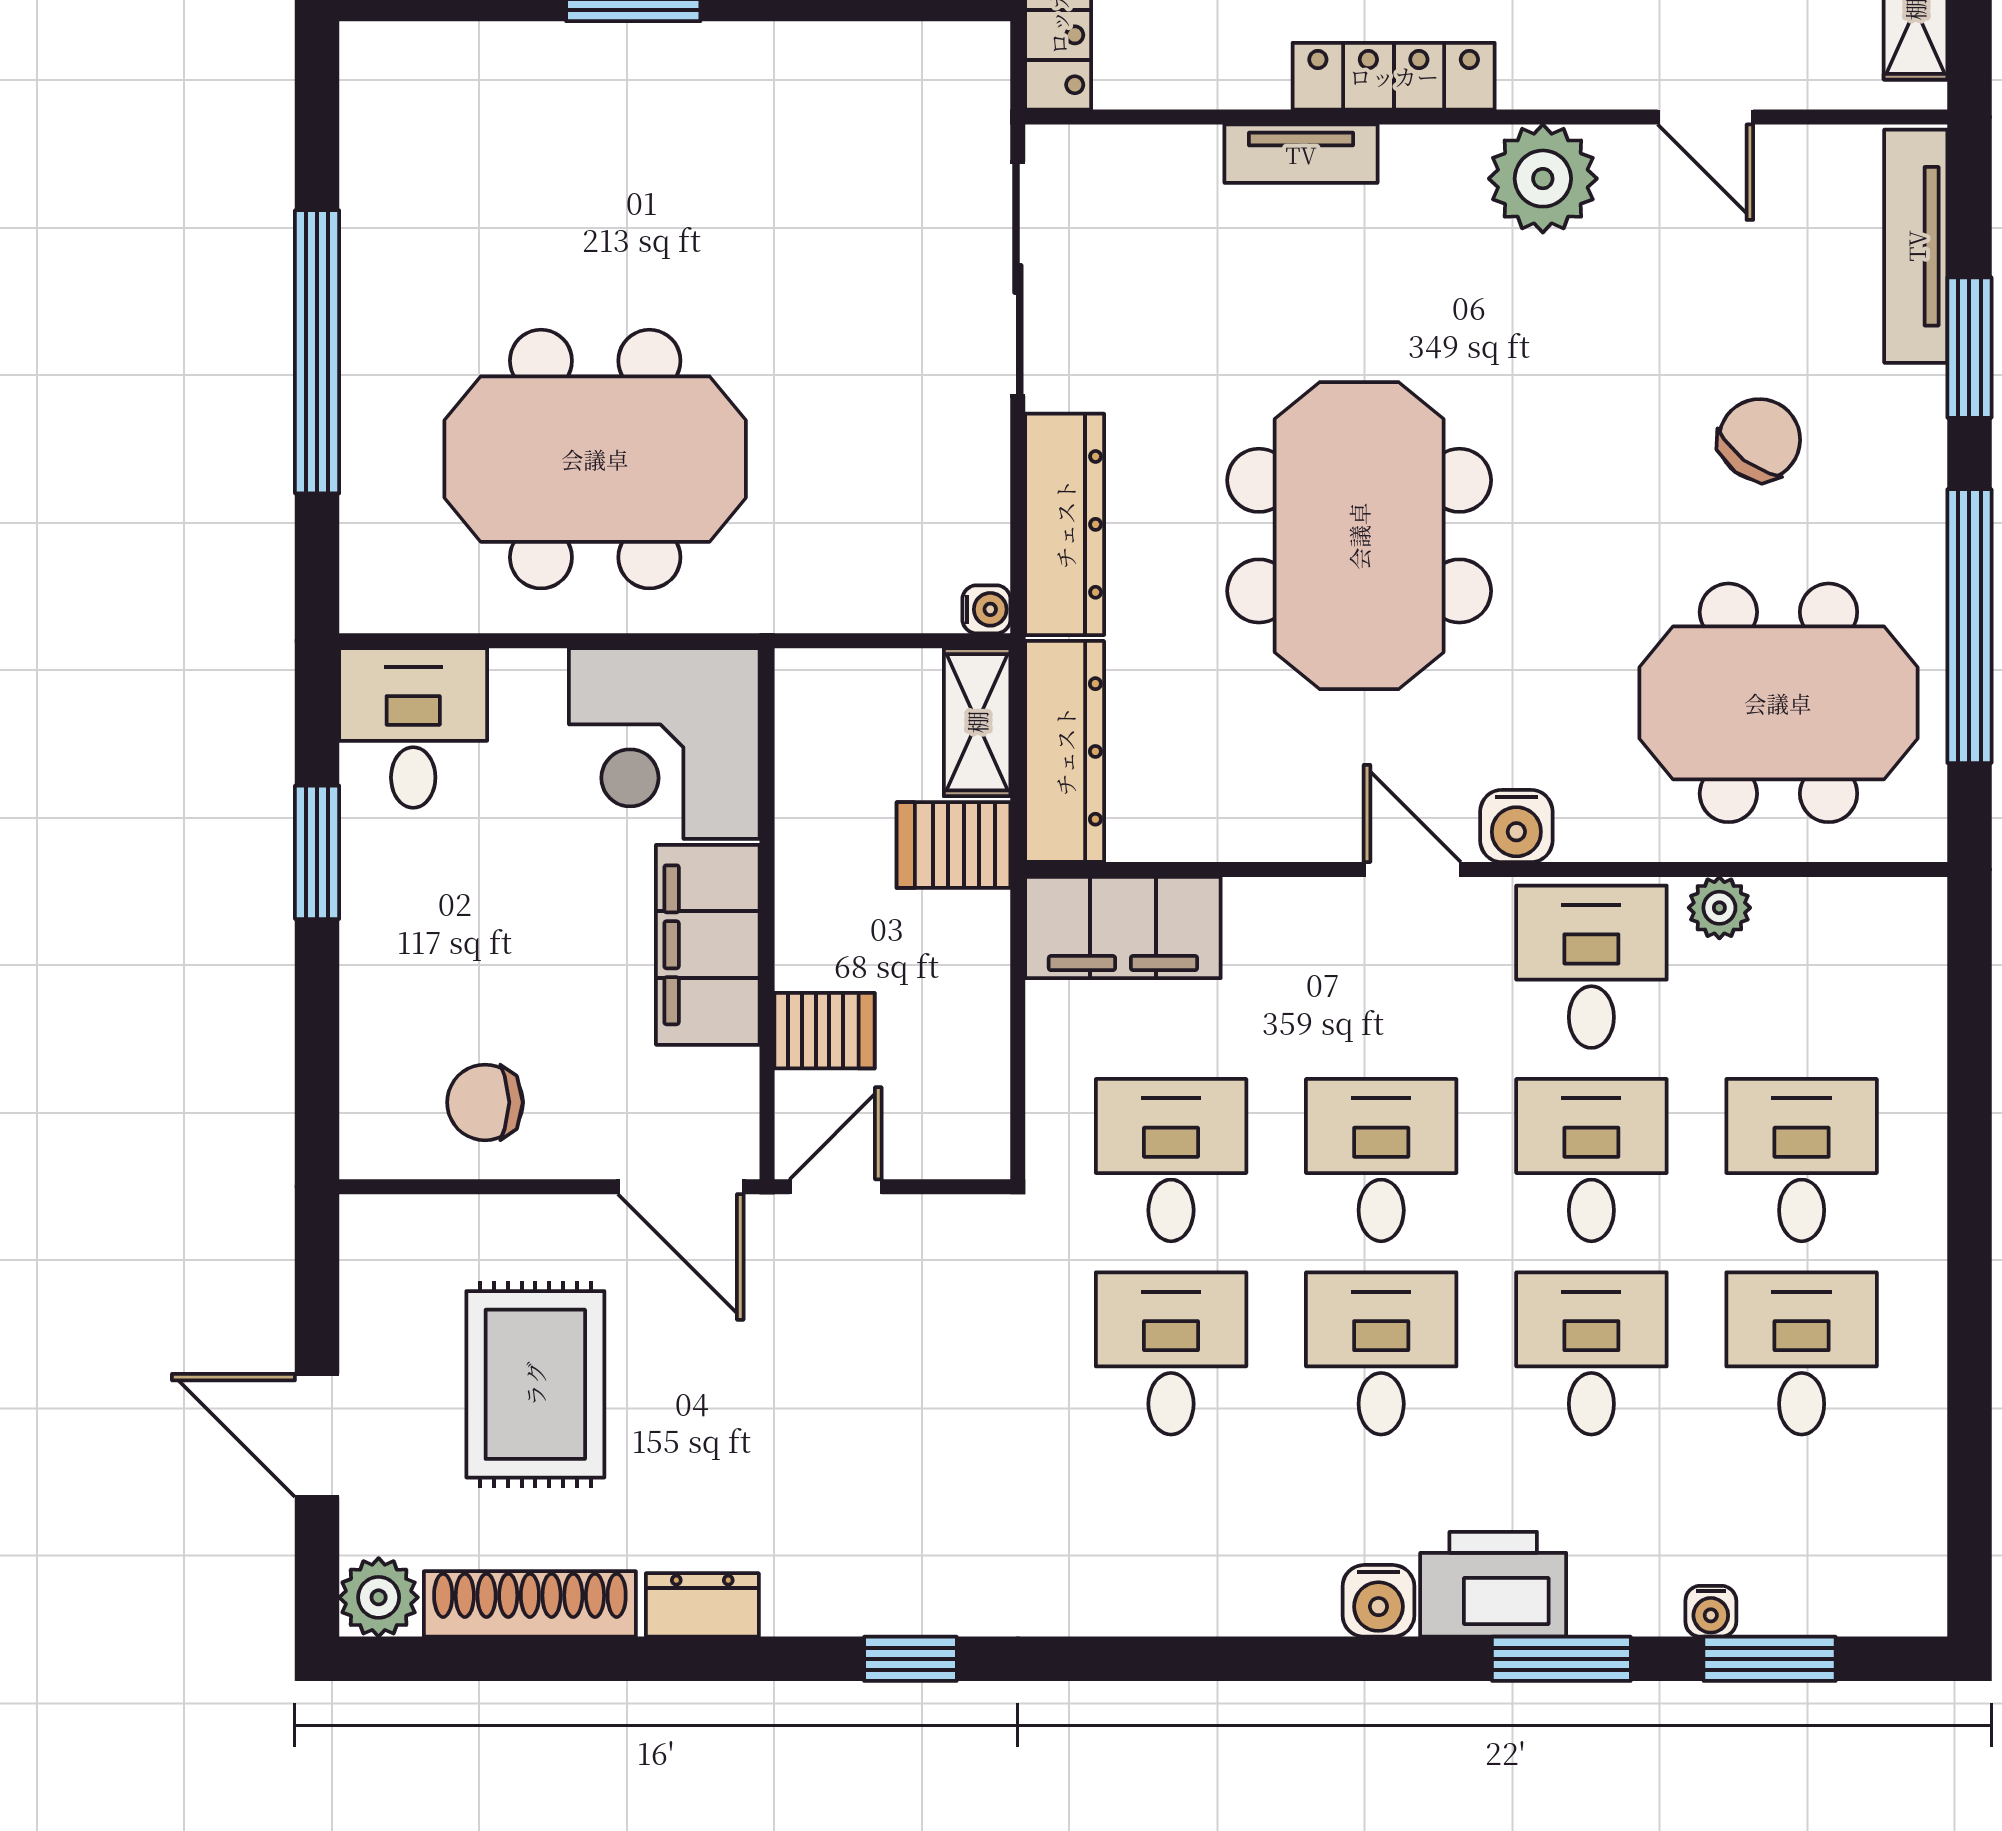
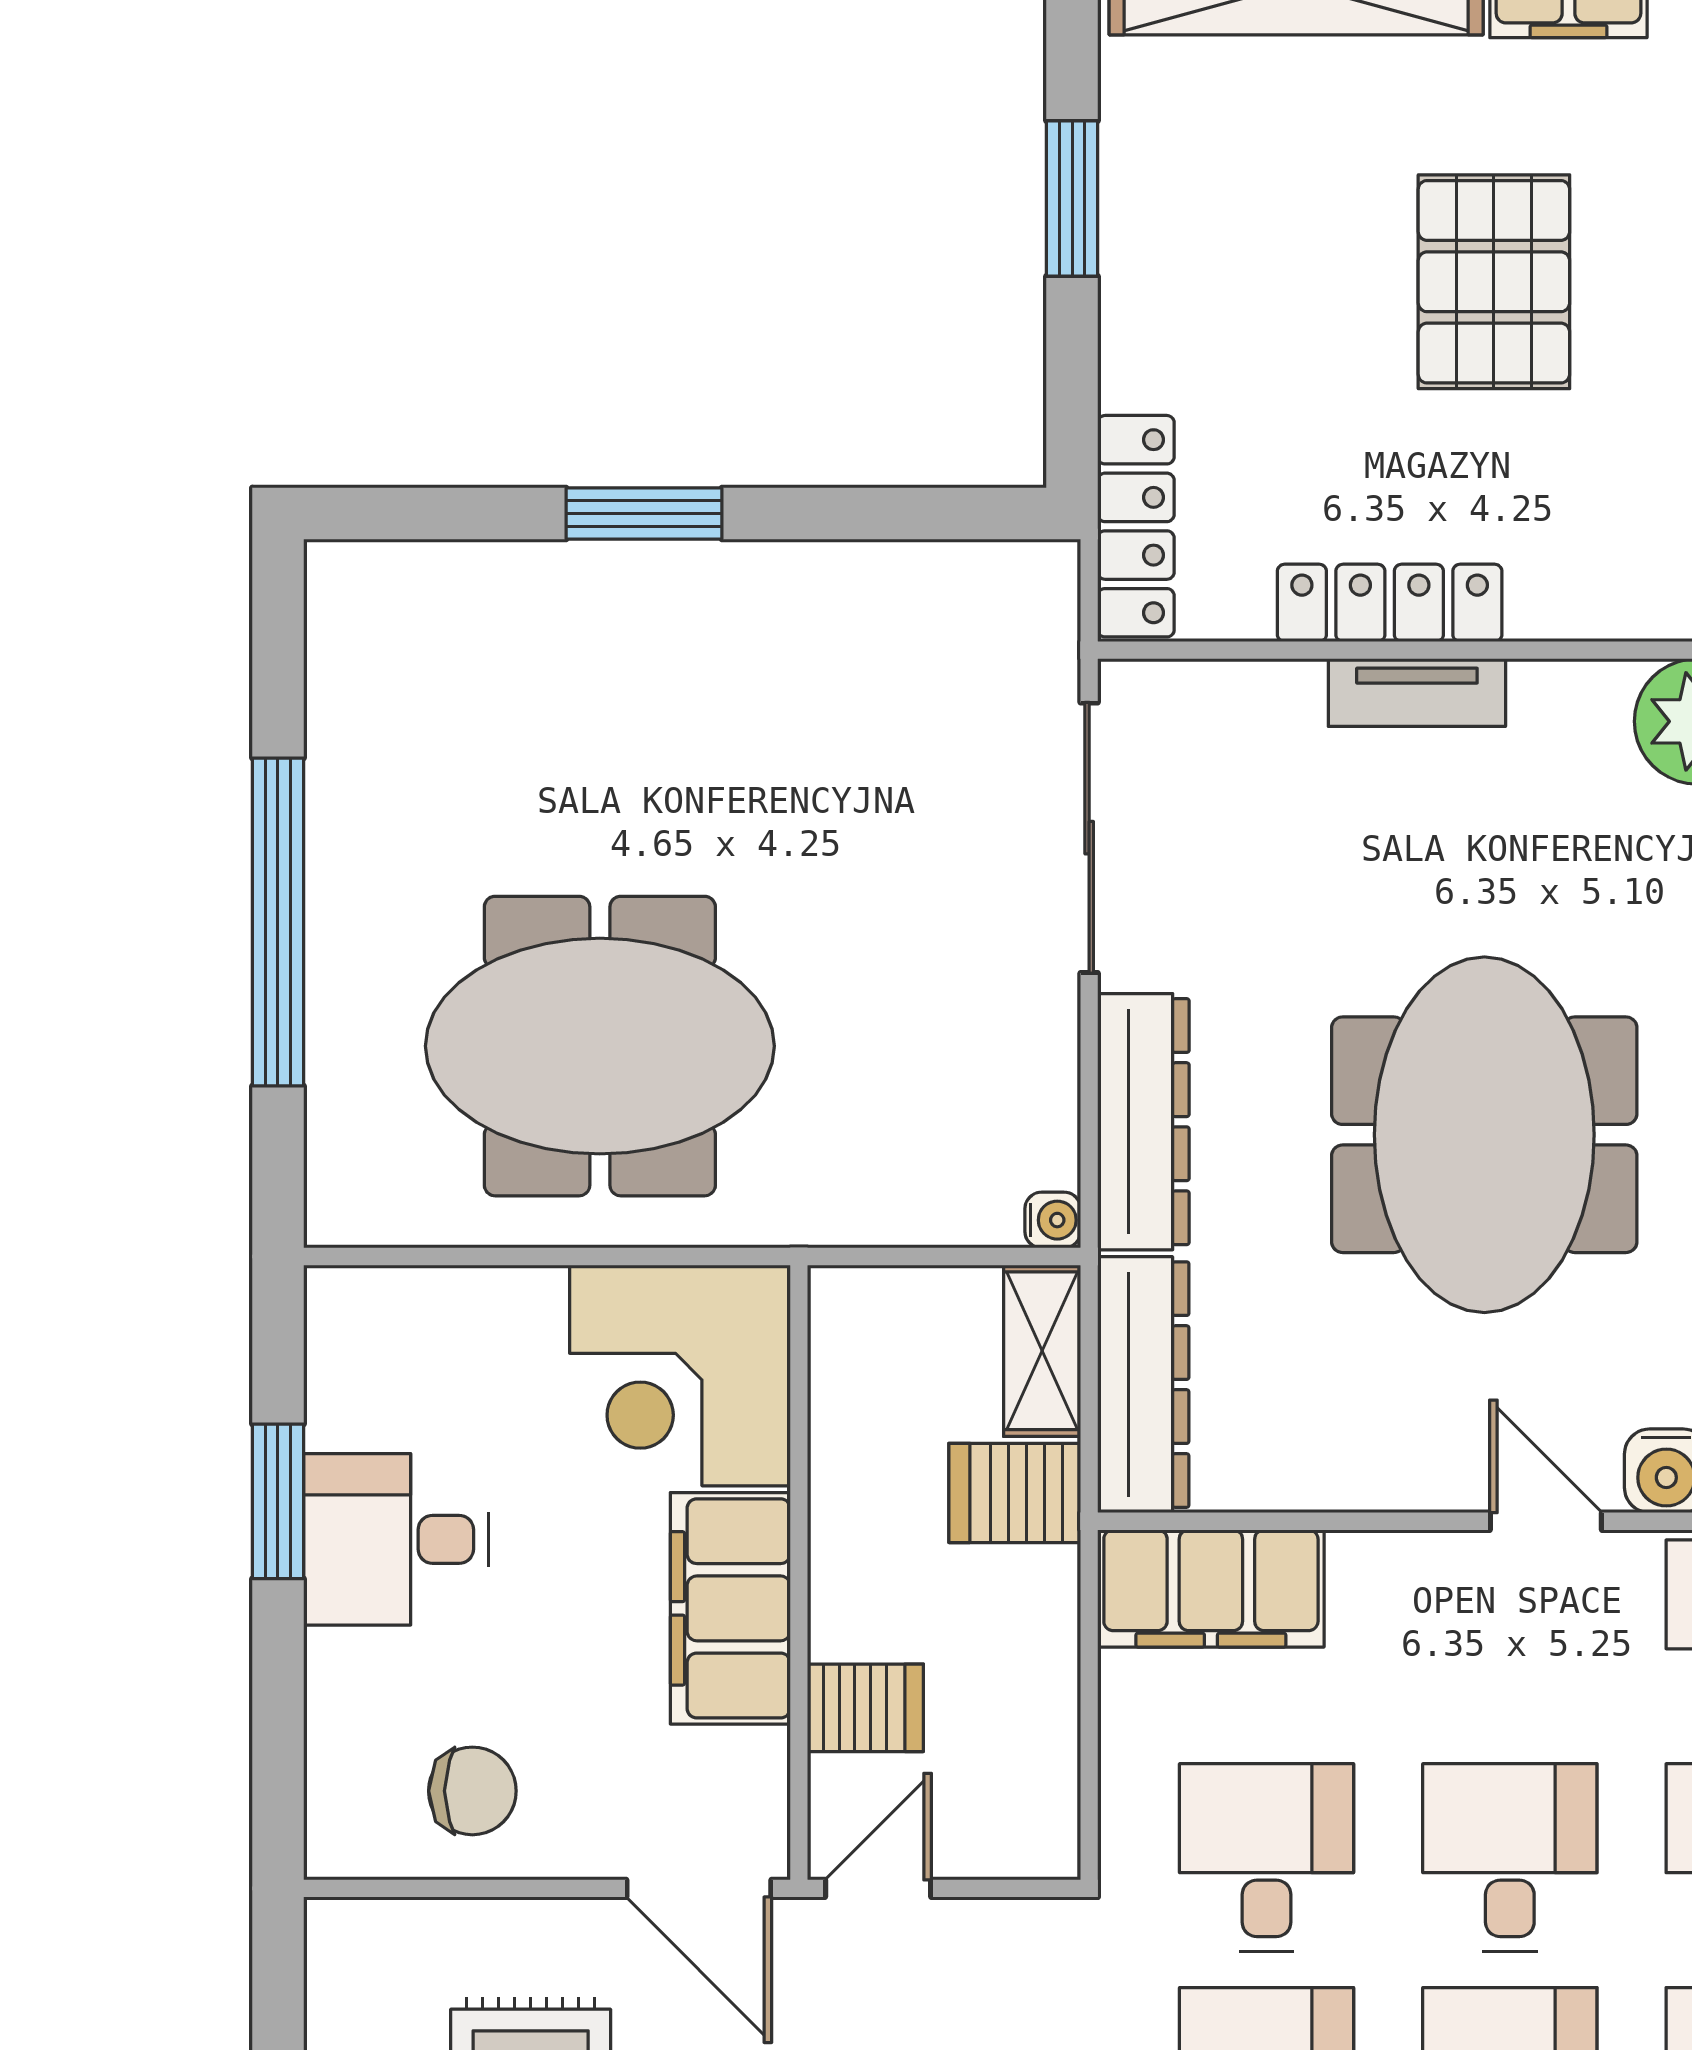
locker: (1394, 76) -> (1390, 603), moved
desk: (413, 728) -> (396, 1539), moved, turned -90
chair: (485, 1102) -> (472, 1791), turned 180

